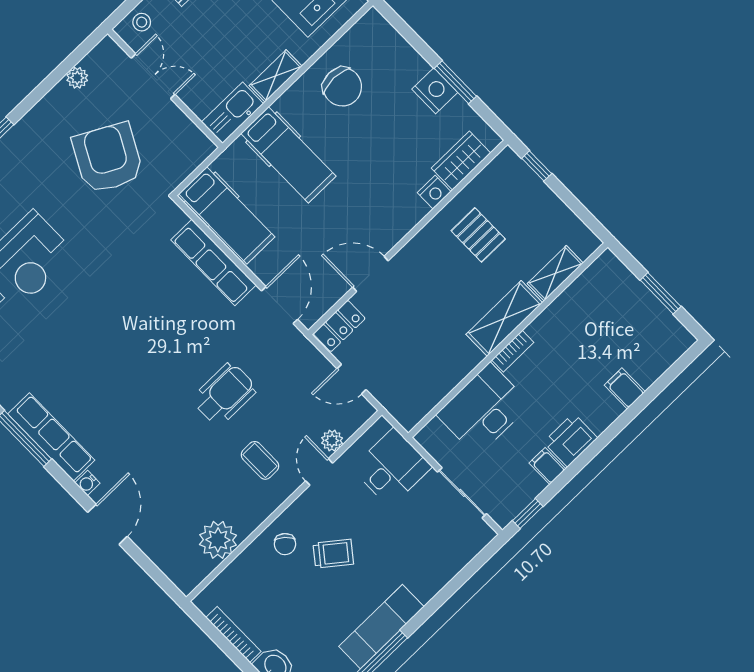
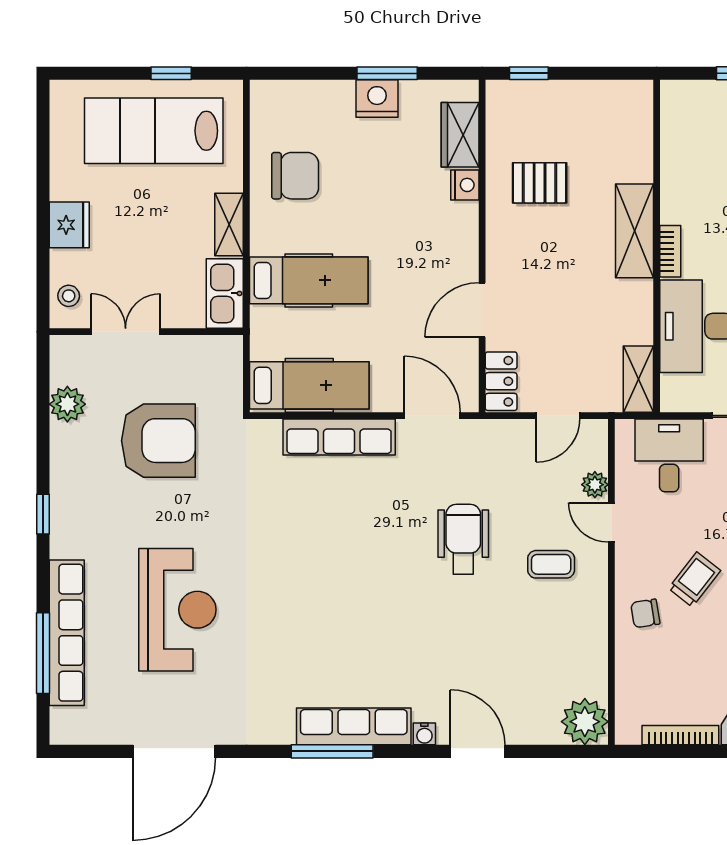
plant: (77, 78) -> (67, 404), width x1.38, depth x1.38
armchair: (108, 158) -> (158, 441), turned 152
shelving: (555, 273) -> (638, 379), moved
plant: (218, 540) -> (585, 722), moved
chair: (285, 544) -> (645, 613), turned 130

